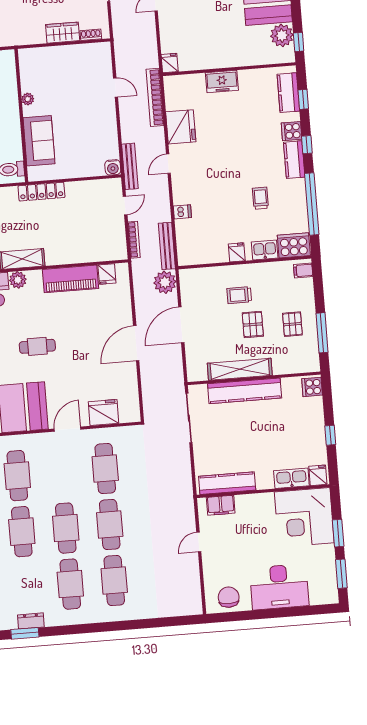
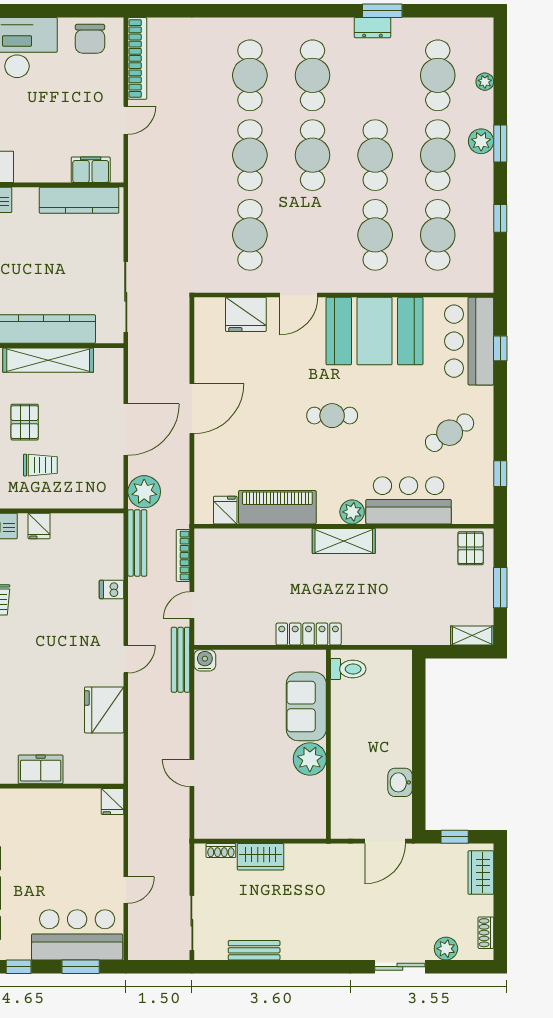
bookcase: (155, 97) -> (137, 58), moved
plant: (28, 99) -> (310, 759), width x1.88, depth x1.88

